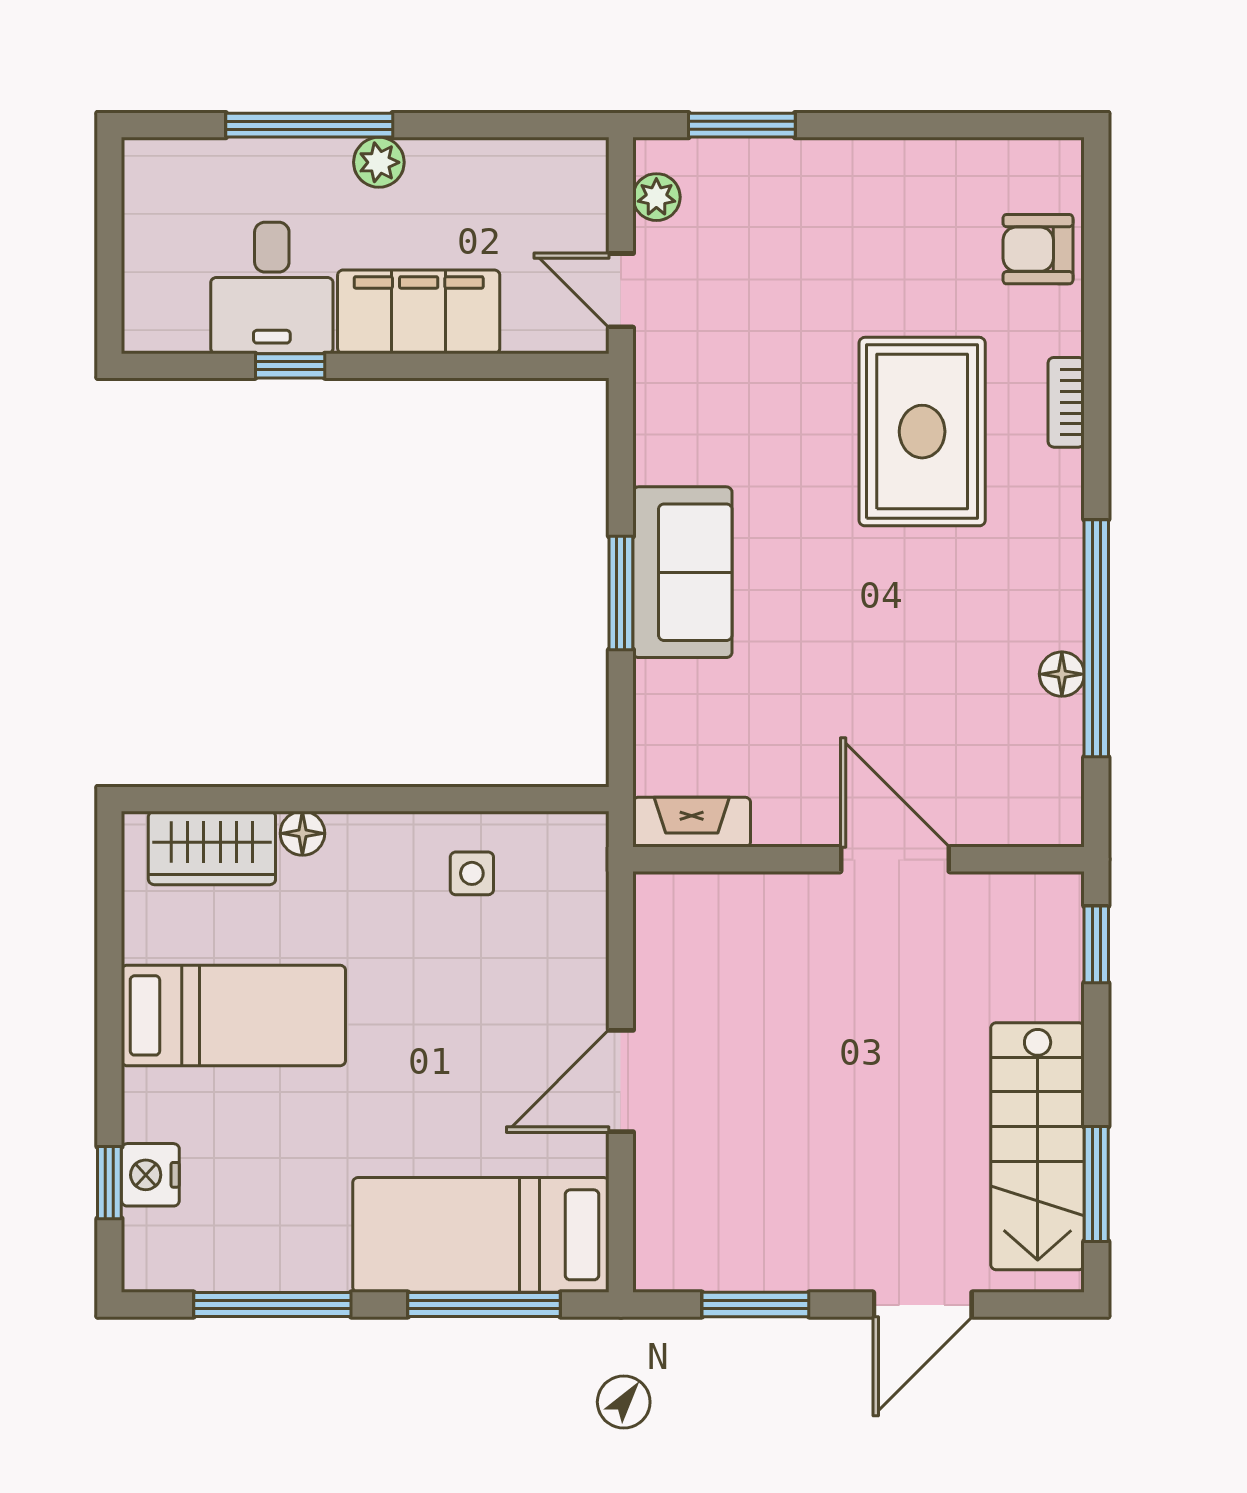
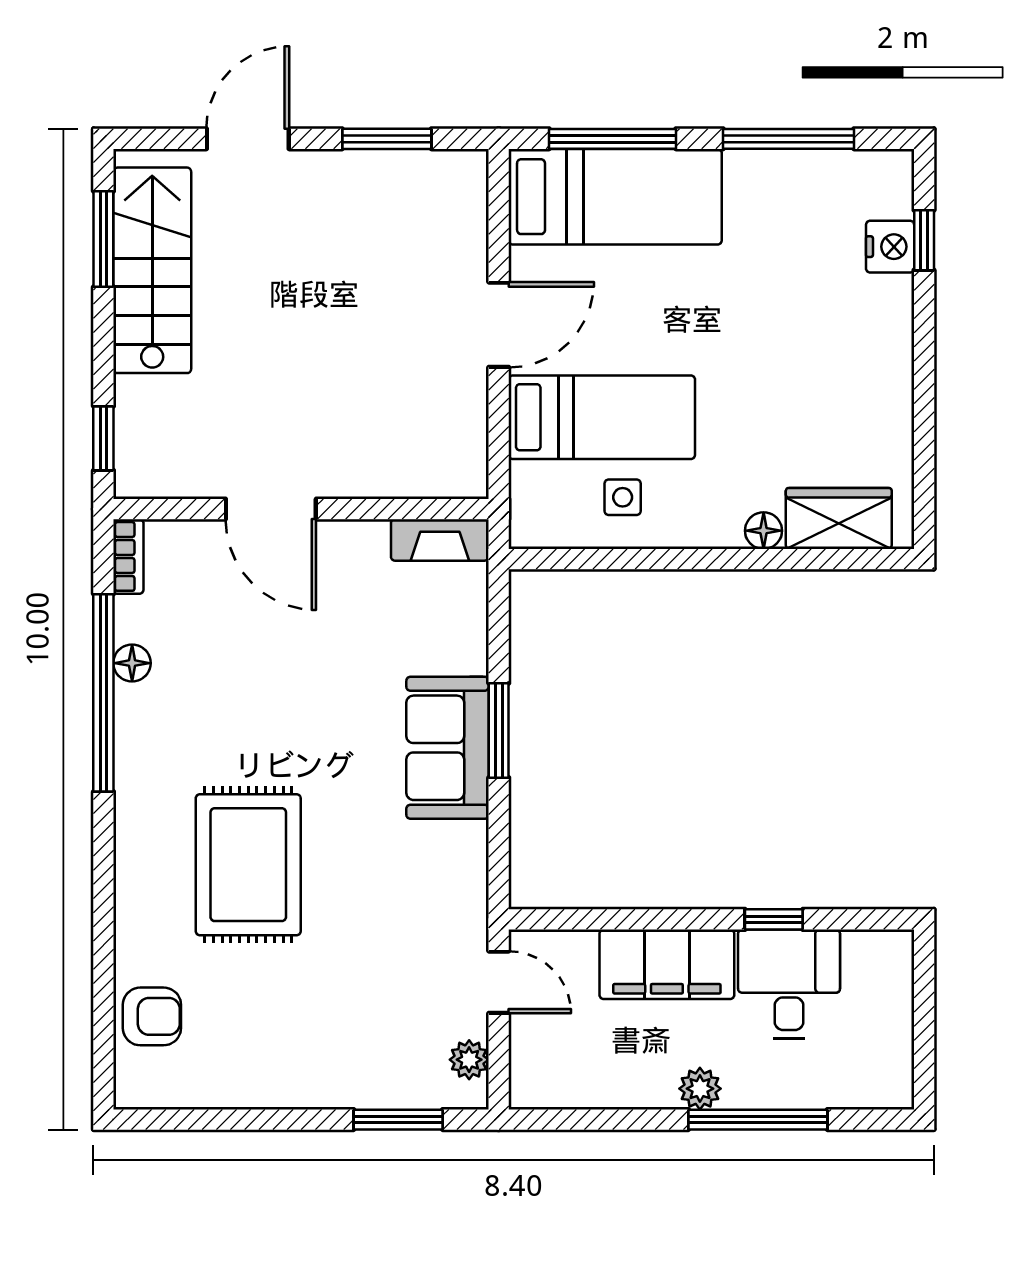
bookcase: (1066, 402) -> (128, 556), moved
bed: (233, 1015) -> (602, 417), moved, turned 180

